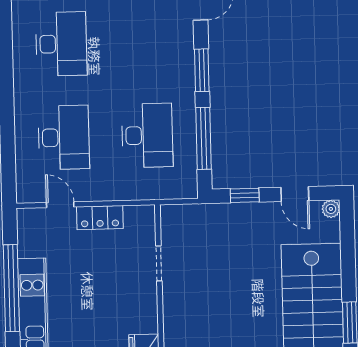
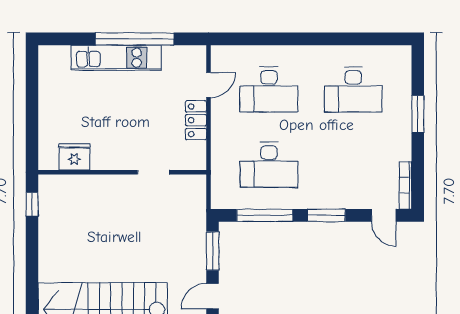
window: (245, 195) -> (213, 251), width x1.50

